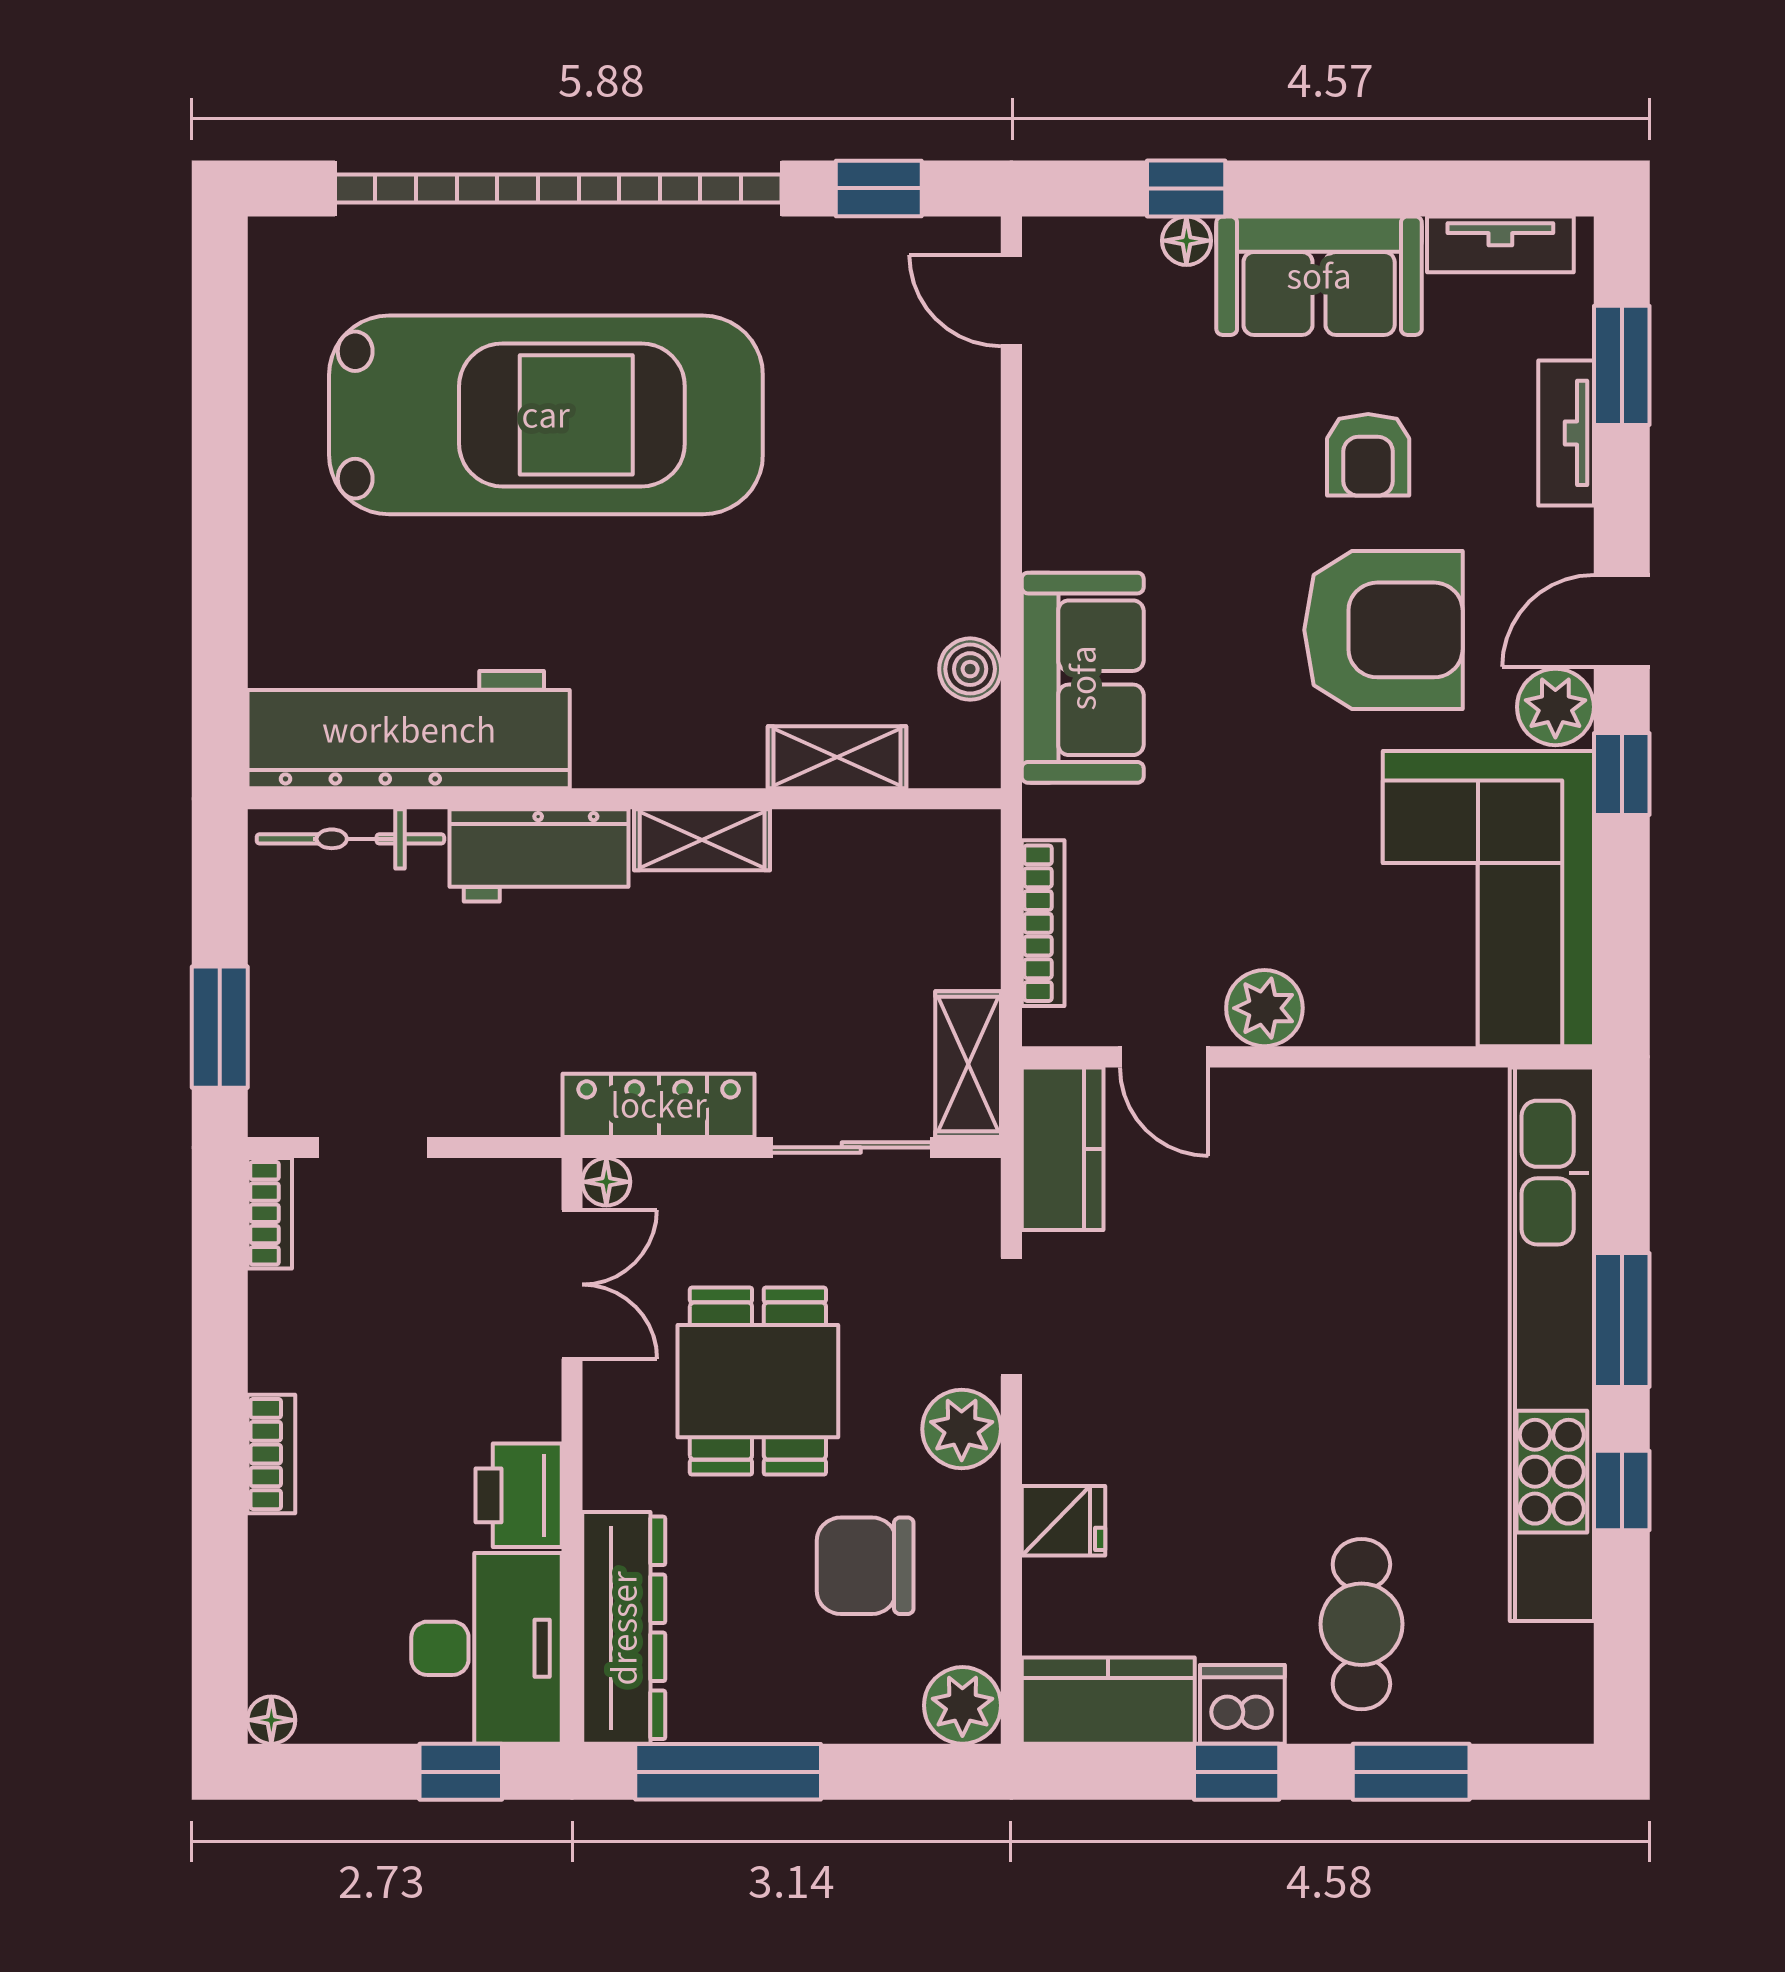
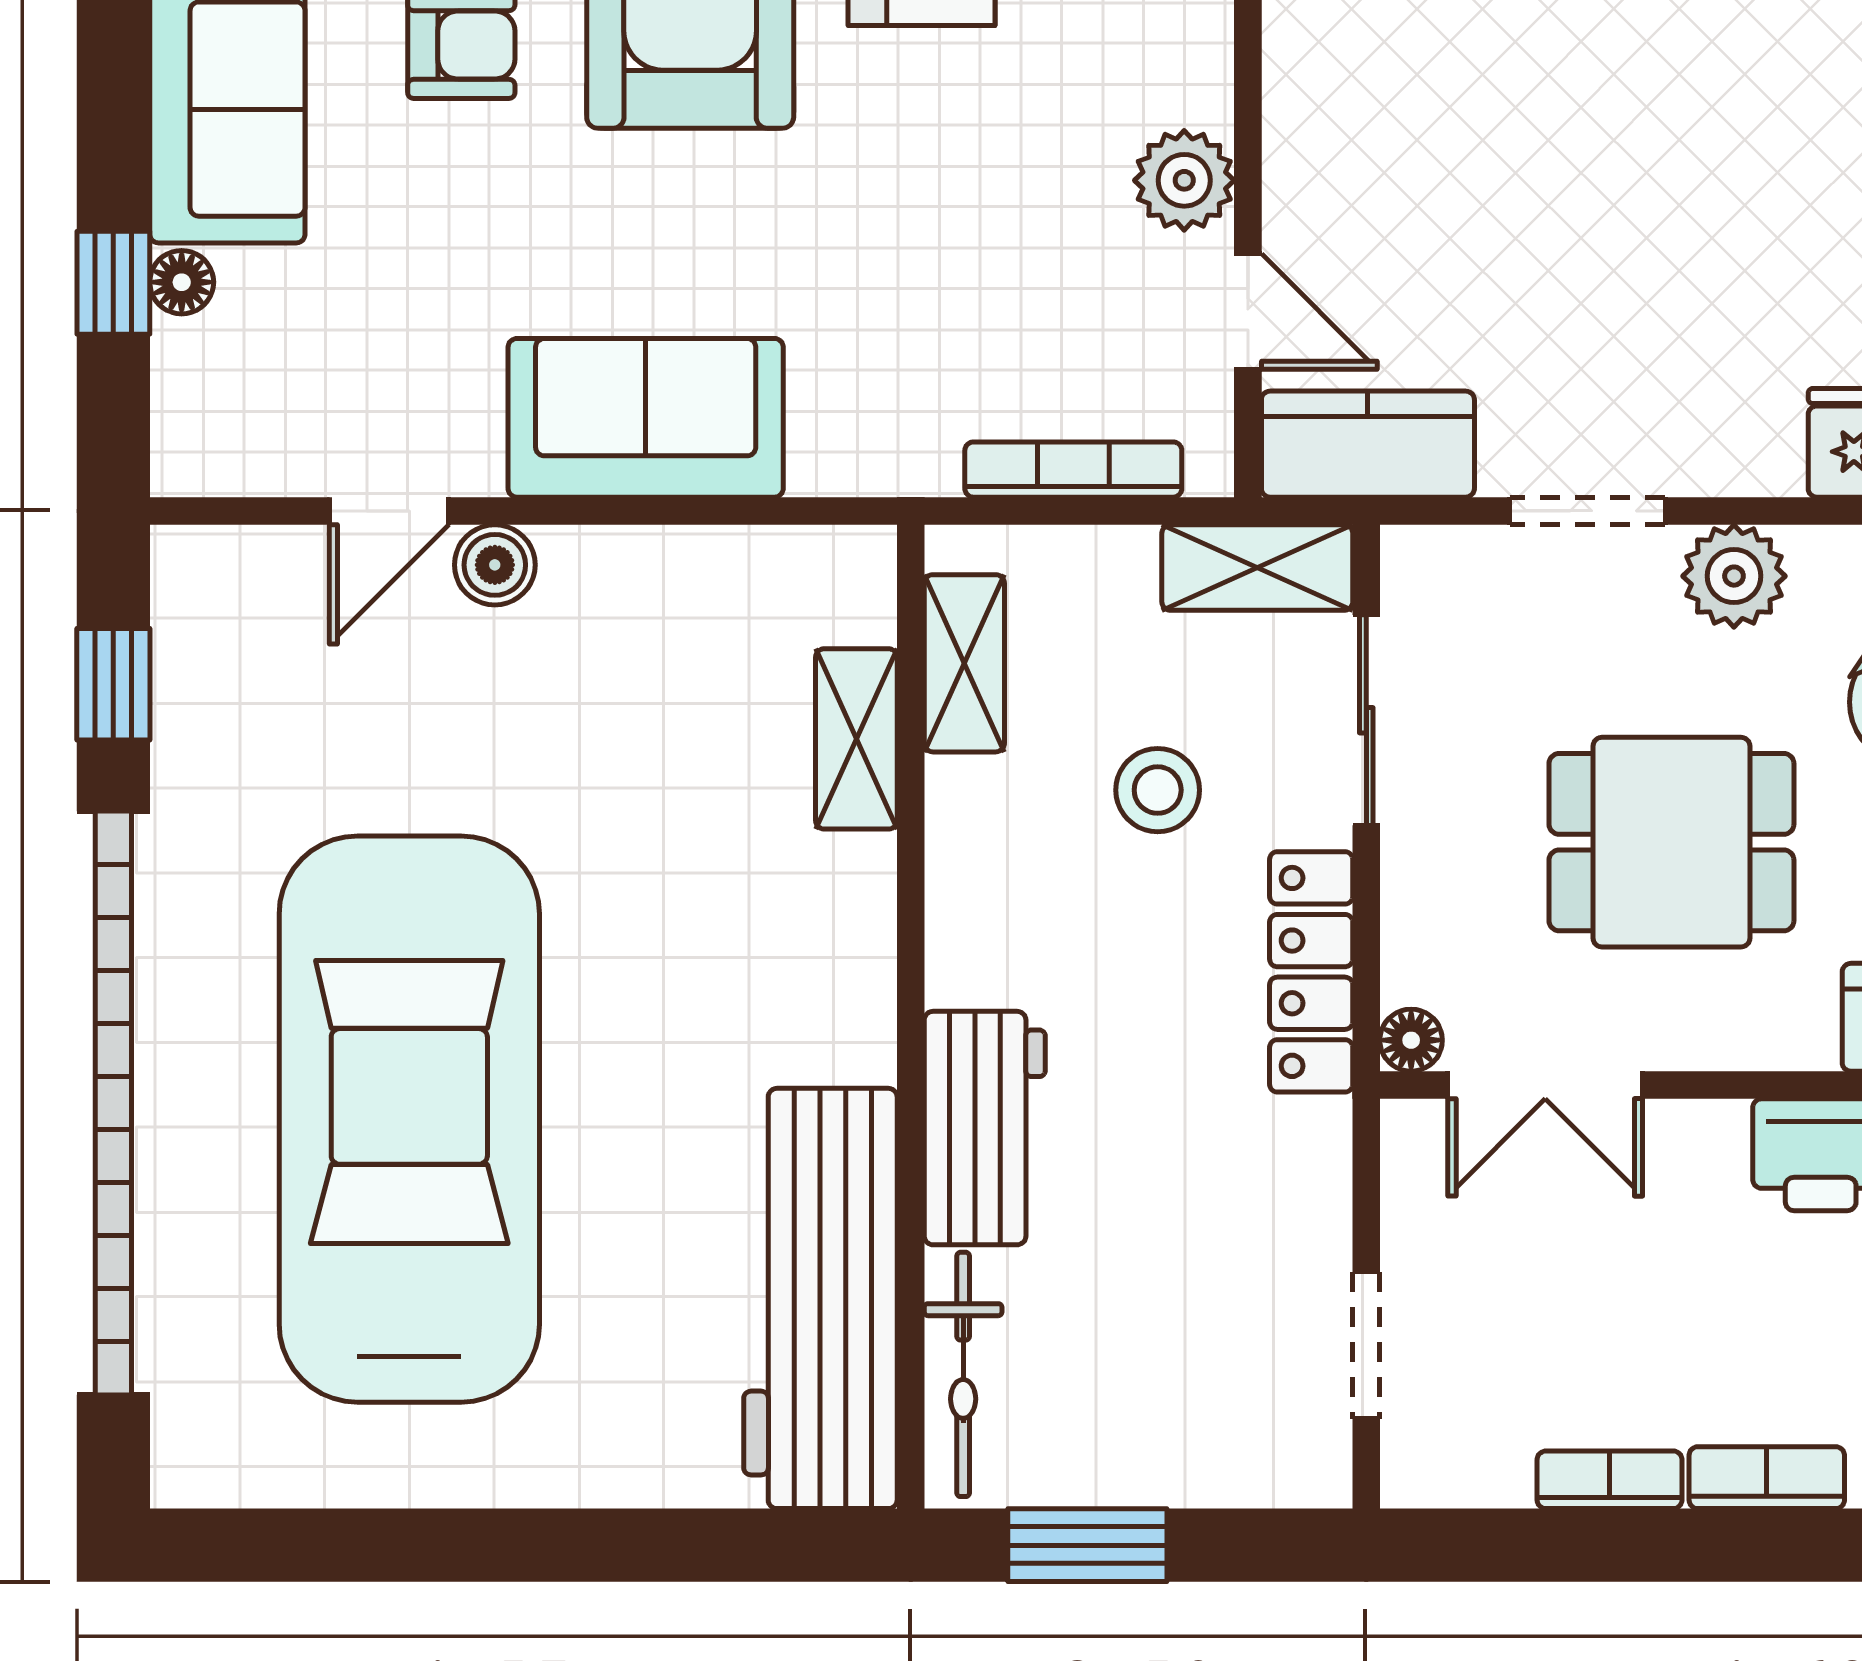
door: (1011, 301) -> (389, 511), moved
boiler: (970, 669) -> (495, 565), moved
sofa: (1083, 678) -> (646, 418), moved
shelving: (702, 840) -> (964, 663), moved
stool: (798, 988) -> (1158, 790), added
window: (220, 1027) -> (1087, 1545), moved
door: (1164, 1057) -> (1248, 311), hinge flipped
bookcase: (270, 1213) -> (1610, 1480), moved
double door: (572, 1284) -> (1545, 1085), swing flipped

